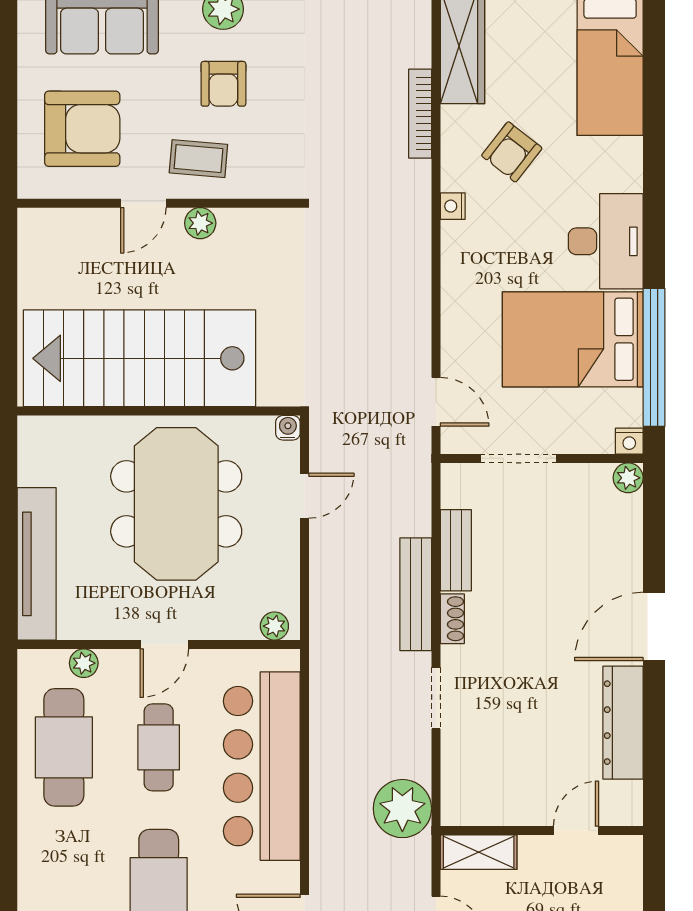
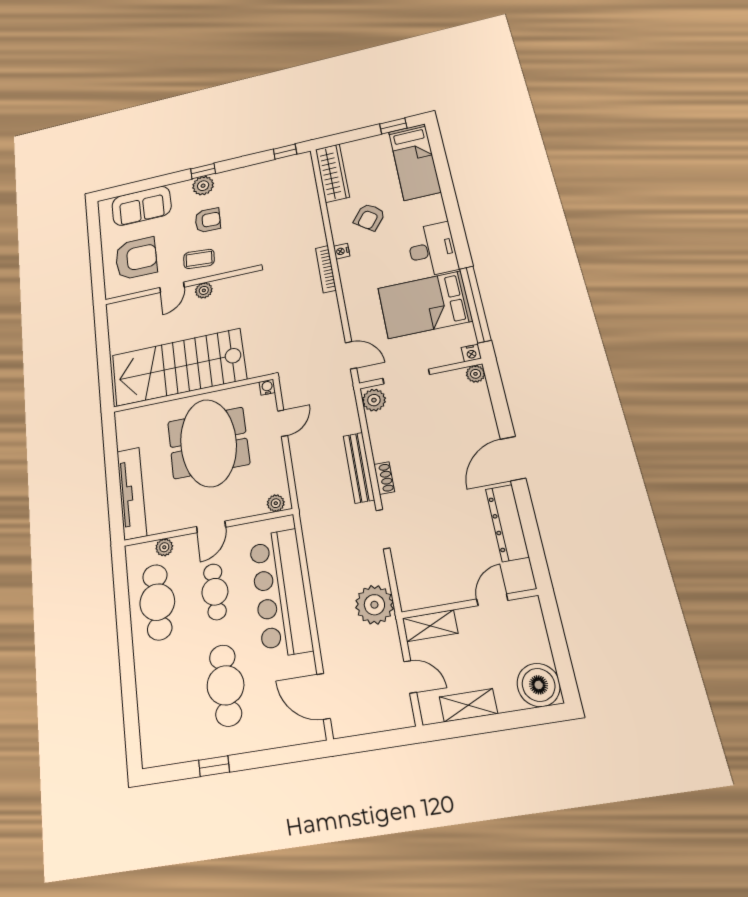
armchair: (223, 84) -> (208, 220), turned -88
bookcase: (420, 114) -> (326, 269), moved
plant: (459, 488) -> (374, 400), added
bench: (456, 550) -> (379, 437), removed

